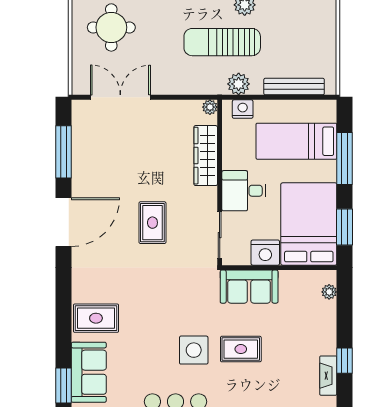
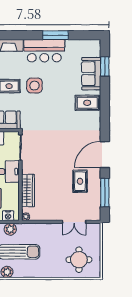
double door: (120, 97) -> (74, 222), width x0.73
rug: (152, 223) -> (80, 181), moved

